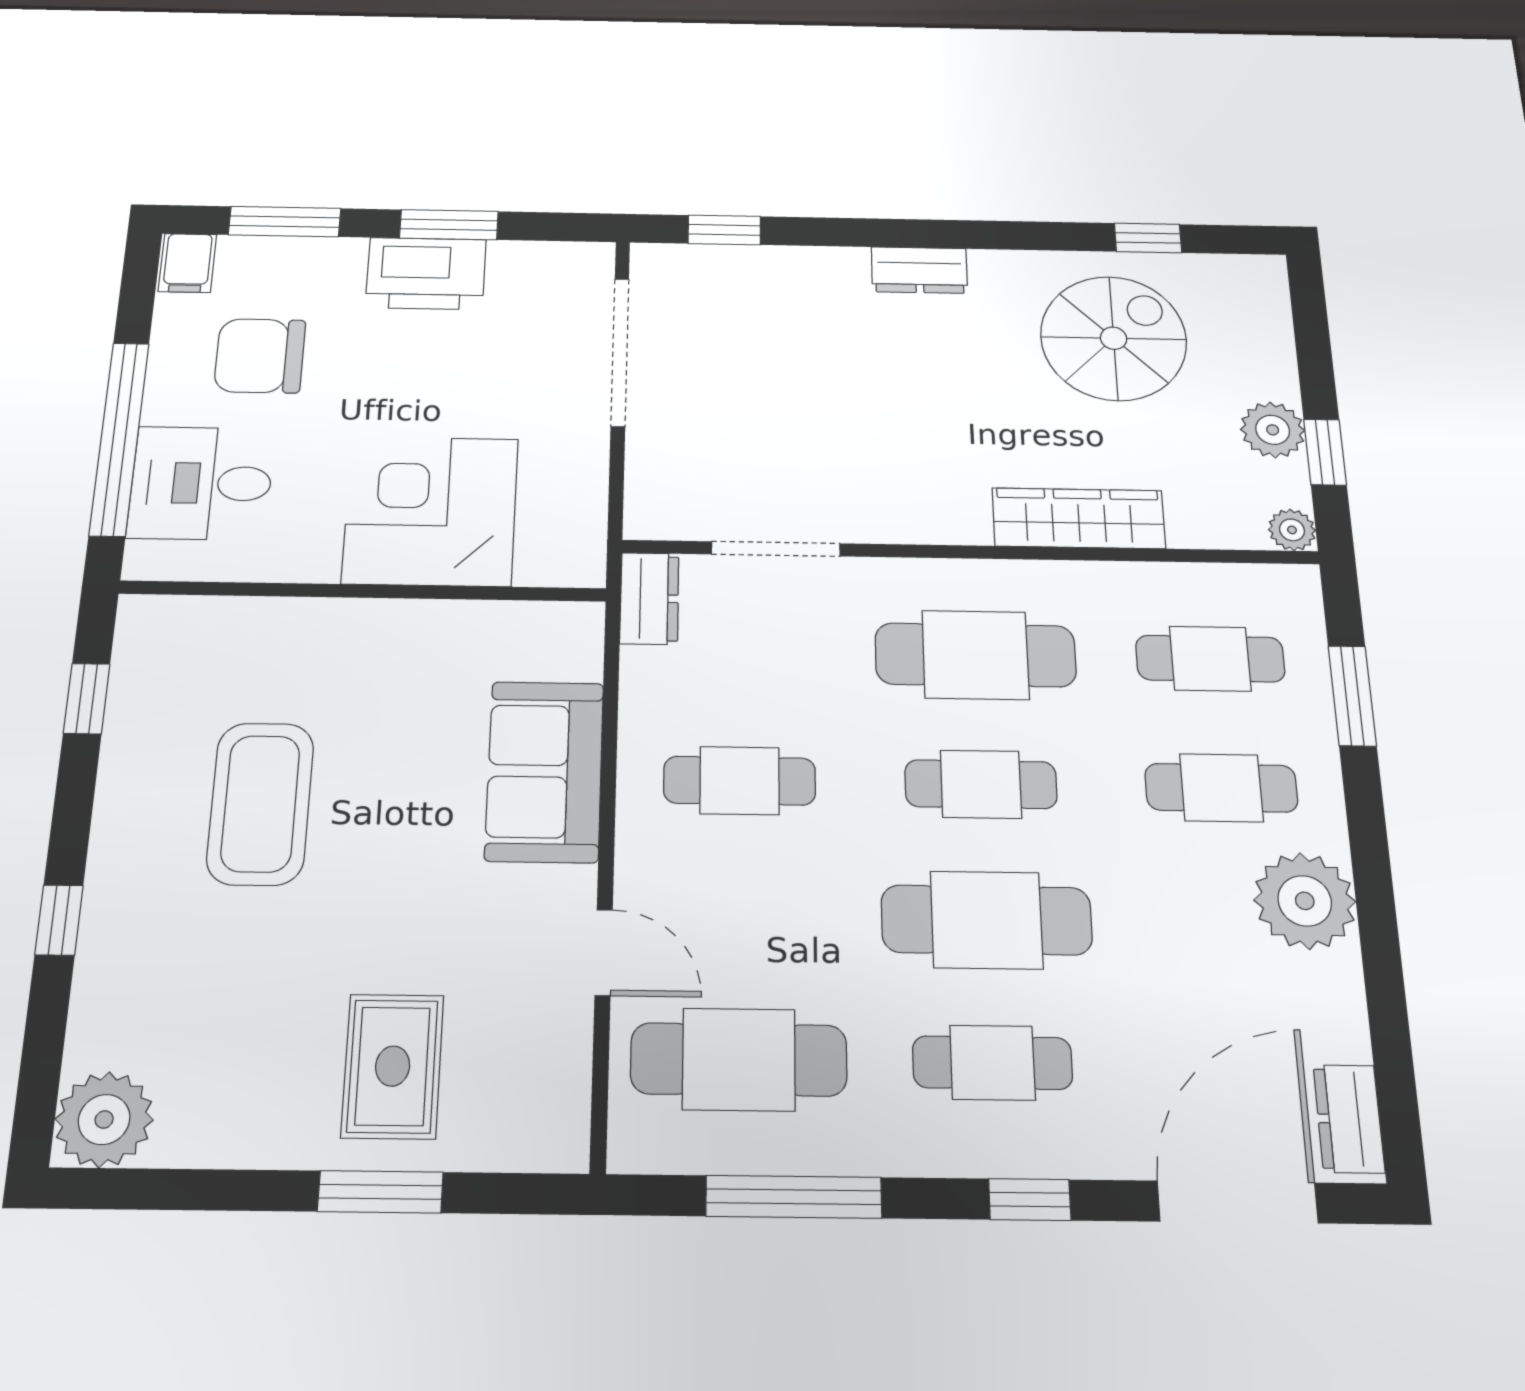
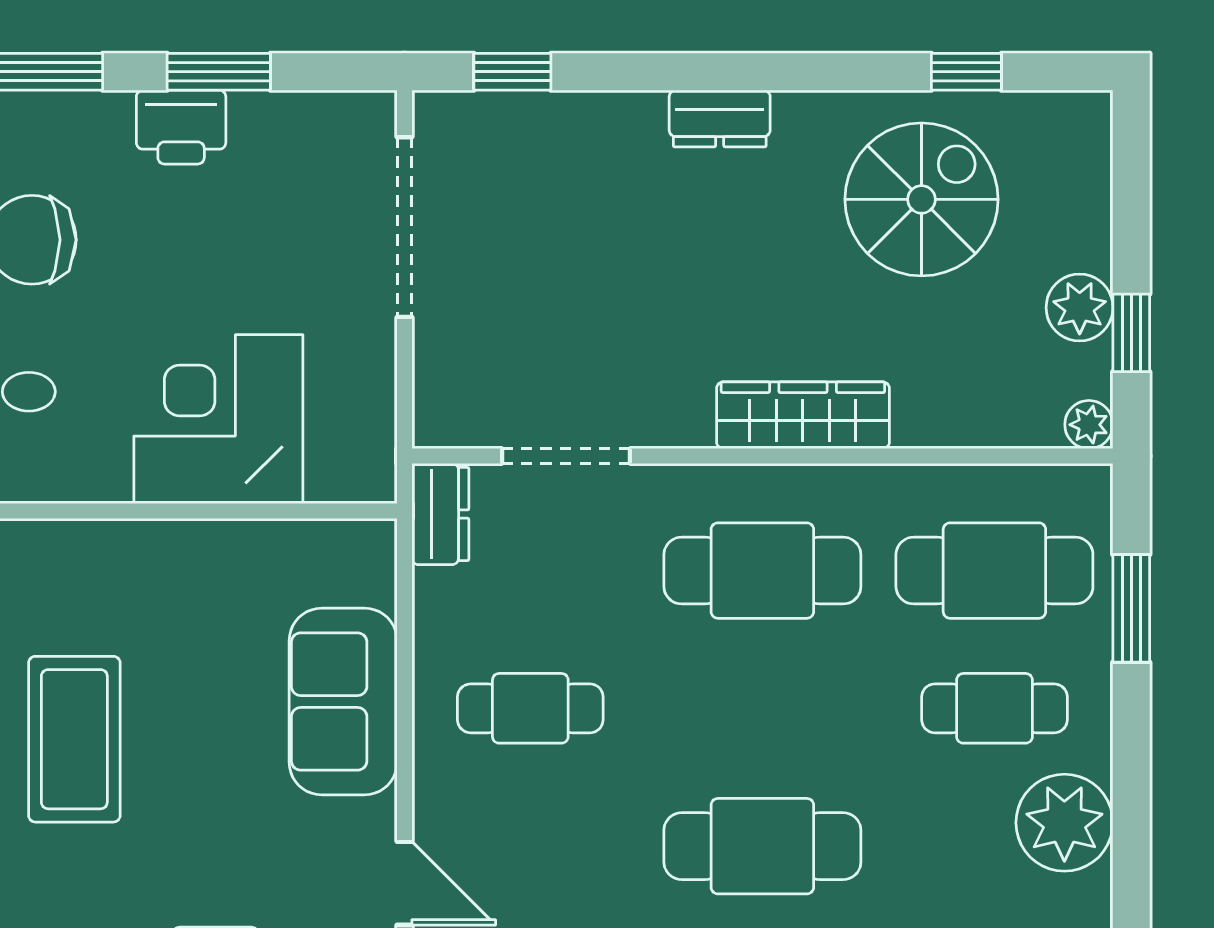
printer: (426, 273) -> (181, 127), width x0.73, depth x0.84
wardrobe: (1079, 518) -> (803, 415), moved
cafe table: (1210, 659) -> (994, 571), width x1.37, depth x1.35
cafe table: (981, 784) -> (762, 708), removed

